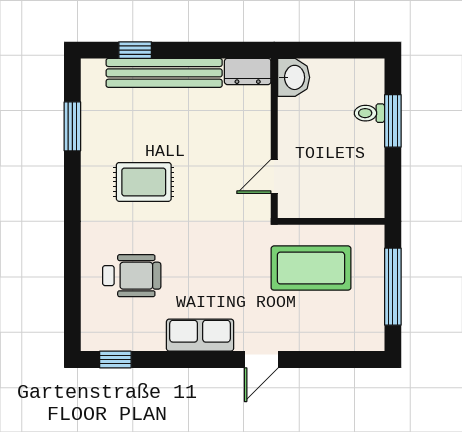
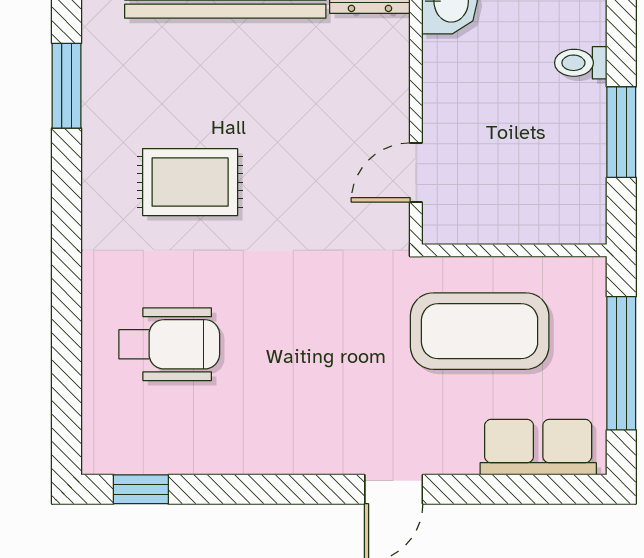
window: (393, 121) -> (621, 132), moved
row of seats: (200, 335) -> (538, 447), moved

